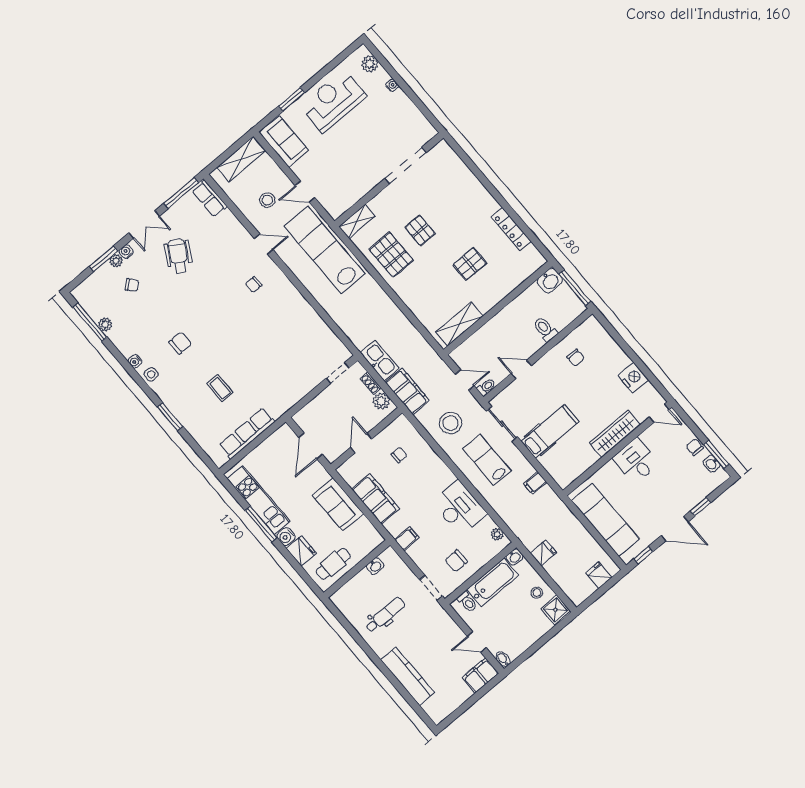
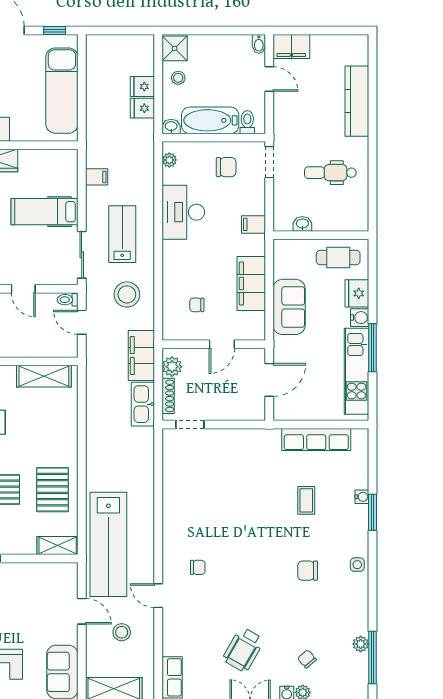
water cooler: (135, 361) -> (362, 497), moved
shoe rack: (371, 383) -> (168, 396), width x1.43
lab bench: (487, 460) -> (122, 234), turned 180
fridge: (599, 575) -> (142, 86), moved, turned 90

